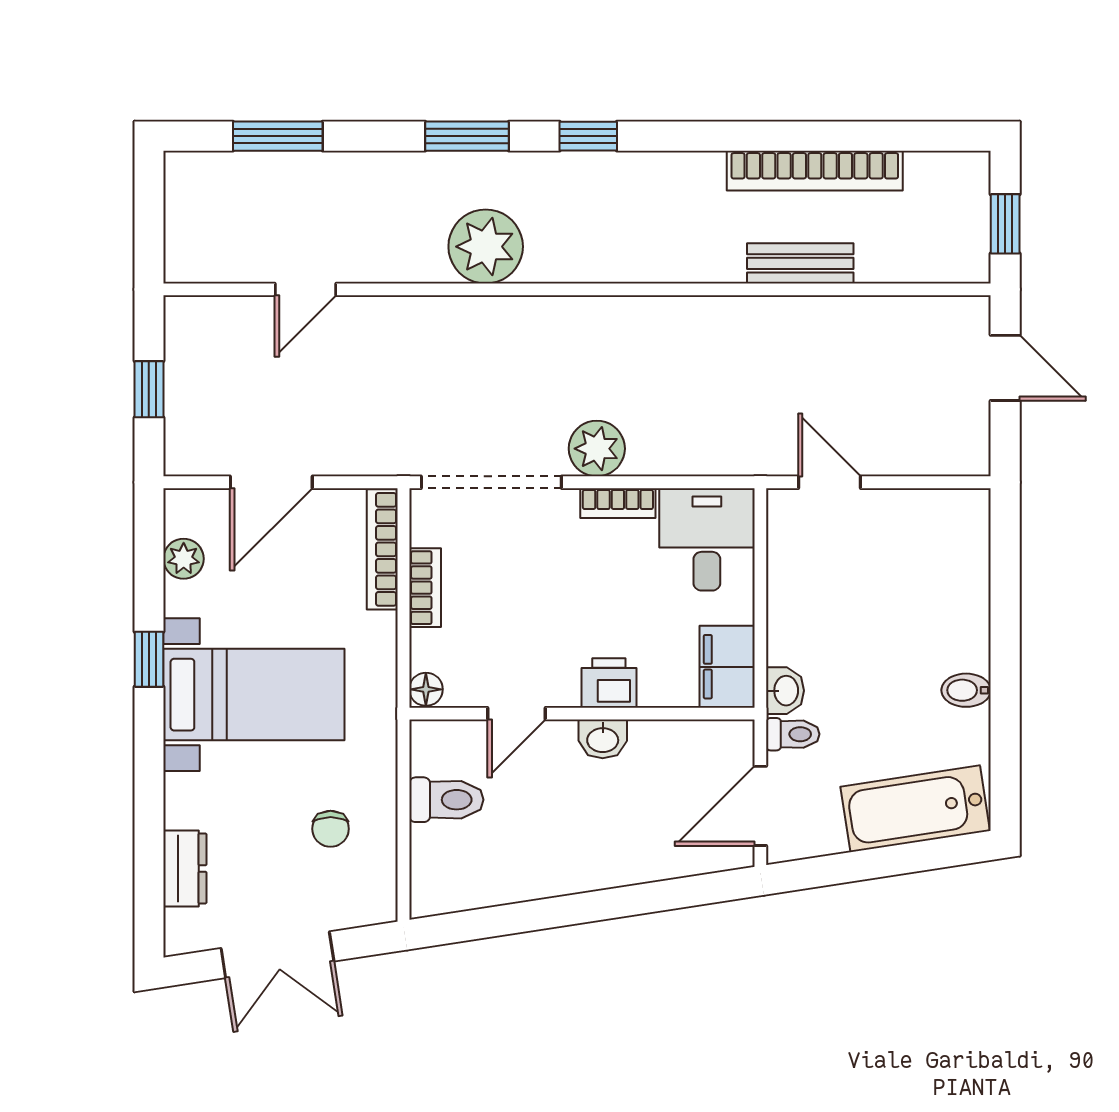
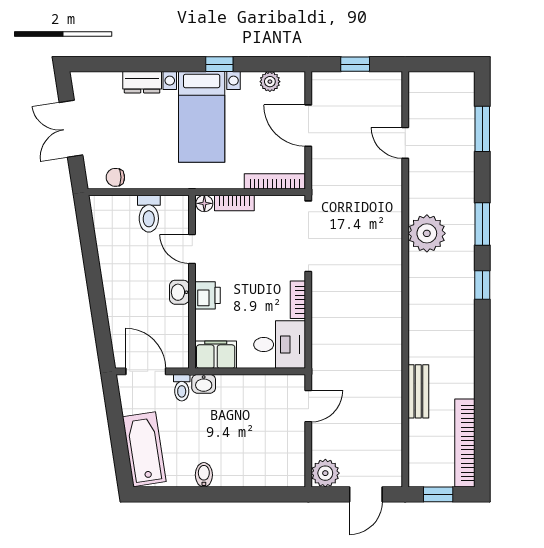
bookcase: (815, 171) -> (465, 443), moved
plant: (597, 449) -> (325, 473), moved
bookcase: (425, 588) -> (234, 203), moved
chair: (331, 829) -> (115, 177), moved
dresser: (185, 868) -> (142, 82), moved

